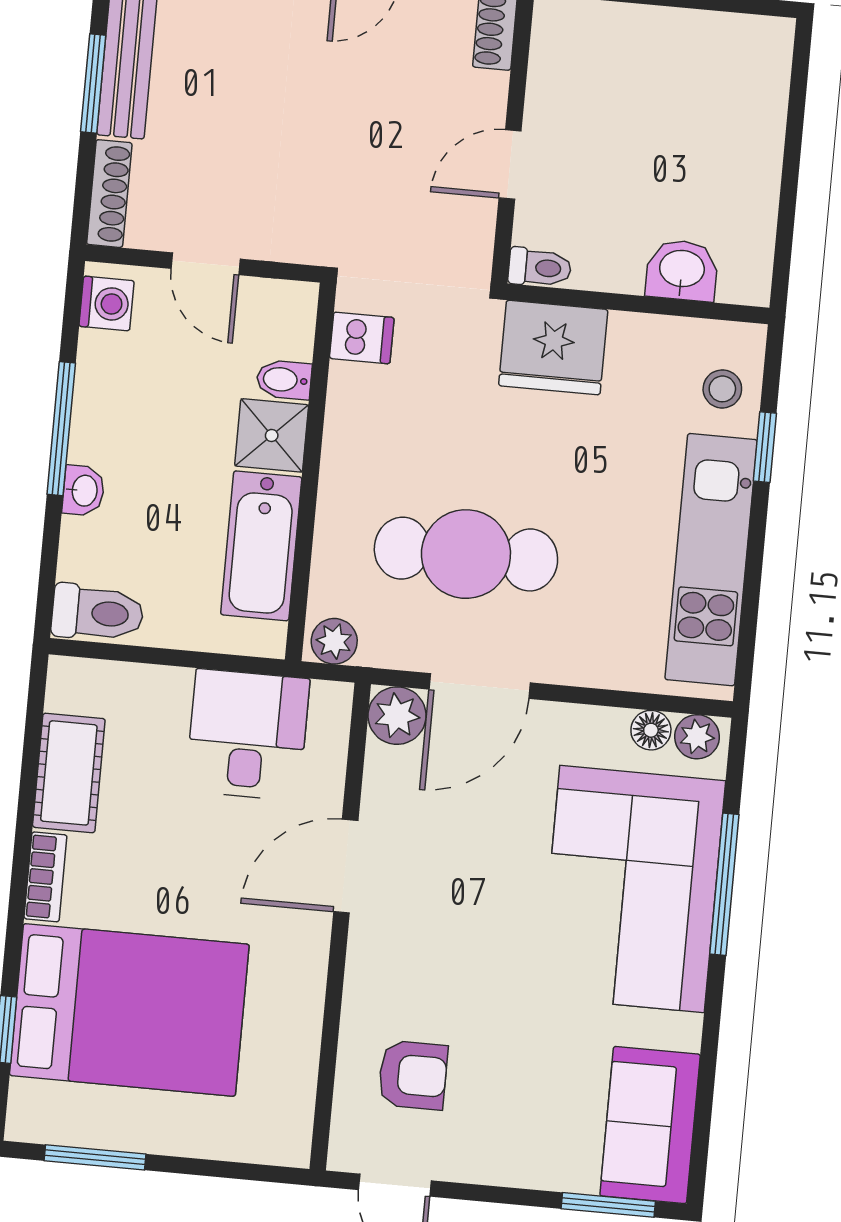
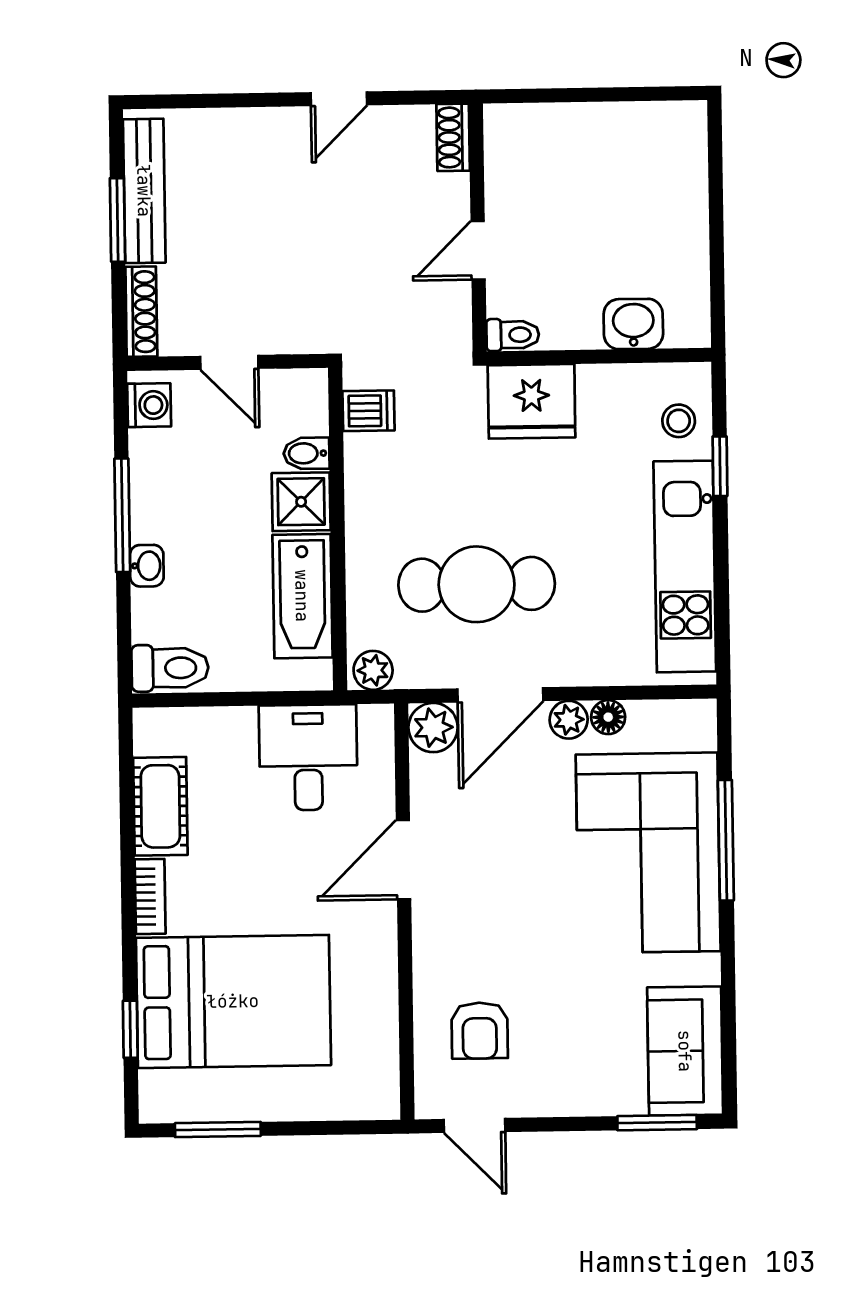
floor lamp: (651, 730) -> (608, 717), moved
plant: (697, 737) -> (569, 720), moved
armchair: (413, 1075) -> (480, 1031), turned 90

